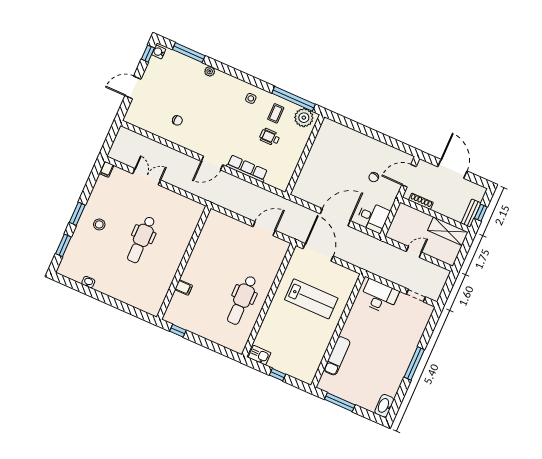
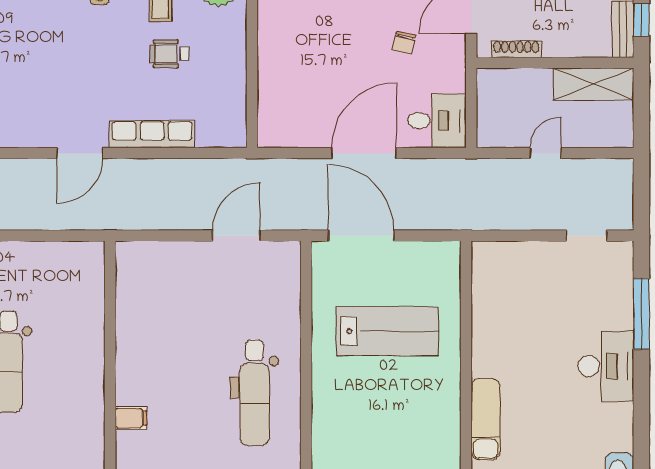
desk: (379, 296) -> (606, 366), moved, turned 90
window: (414, 363) -> (641, 314), moved

